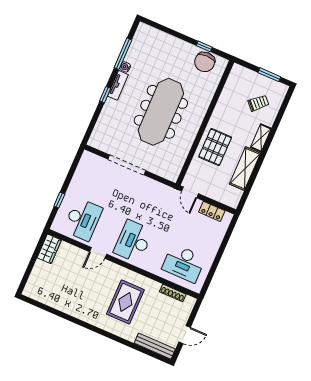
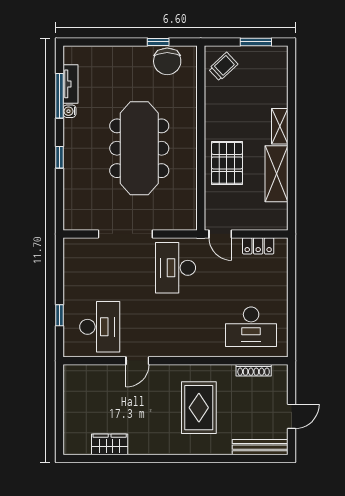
tv unit: (118, 85) -> (71, 84), moved
trolley: (258, 103) -> (223, 67), moved
desk: (133, 241) -> (175, 268), moved
wardrobe: (49, 249) -> (110, 444), moved, turned -90

